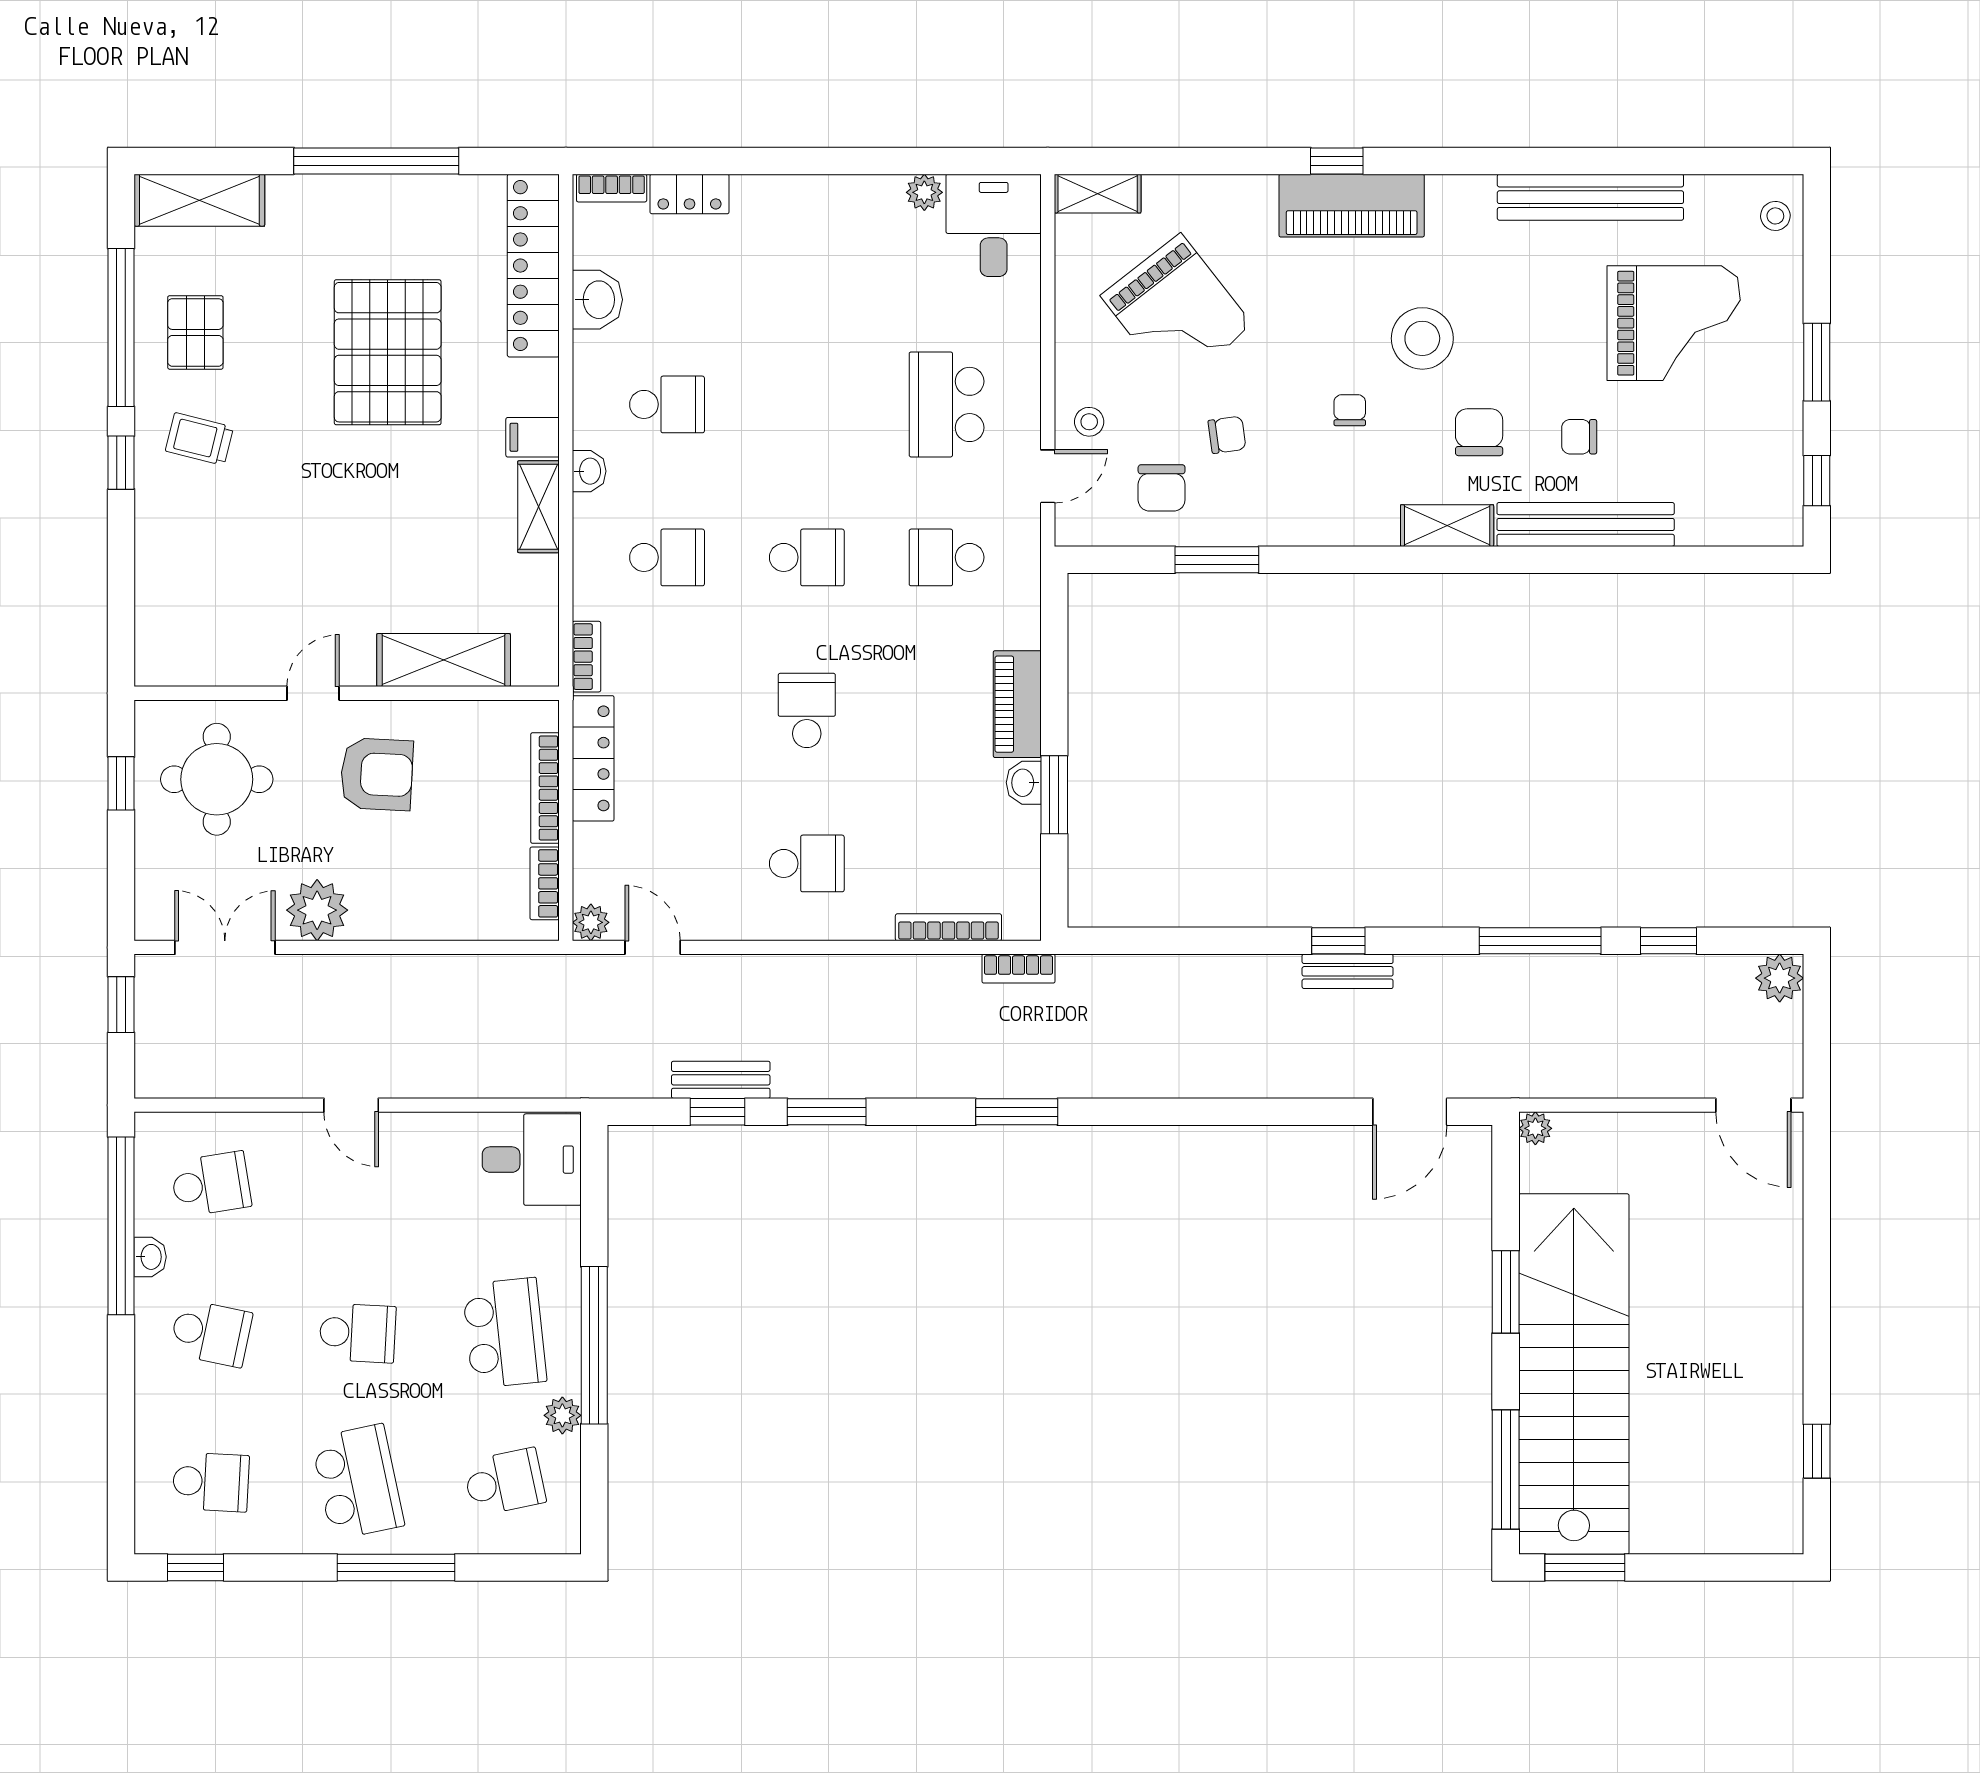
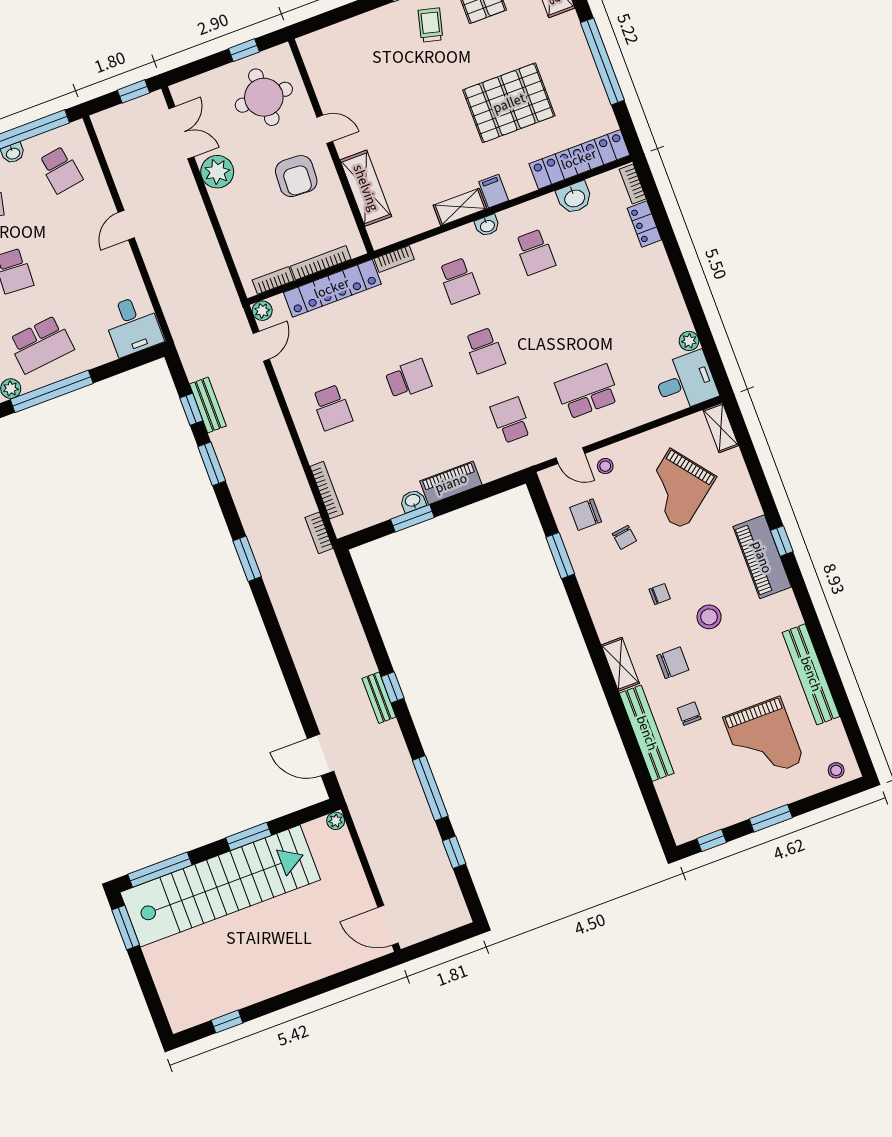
stool: (1422, 338) -> (709, 617), width x0.73, depth x0.73
locker: (593, 758) -> (332, 288), width x1.41, depth x1.21
plant: (1780, 978) -> (456, 915), removed
door: (1753, 1105) -> (388, 925), hinge flipped

